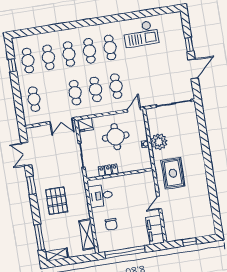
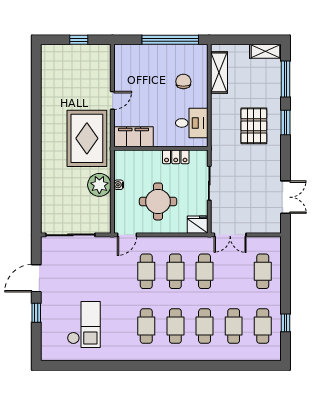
checkout: (141, 34) -> (84, 325), moved, turned 90
double door: (61, 121) -> (230, 235), swing flipped
rug: (173, 173) -> (87, 138), width x1.37, depth x1.44
window: (31, 185) -> (286, 123), moved
filing cabinet: (155, 230) -> (133, 137), moved, turned -90

